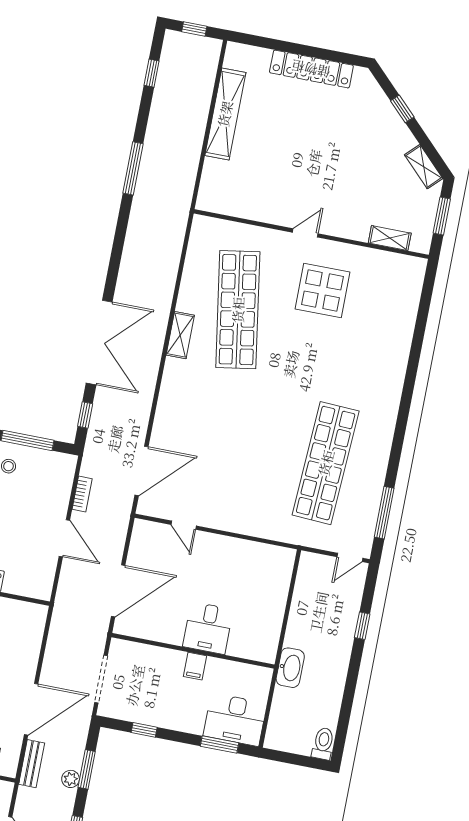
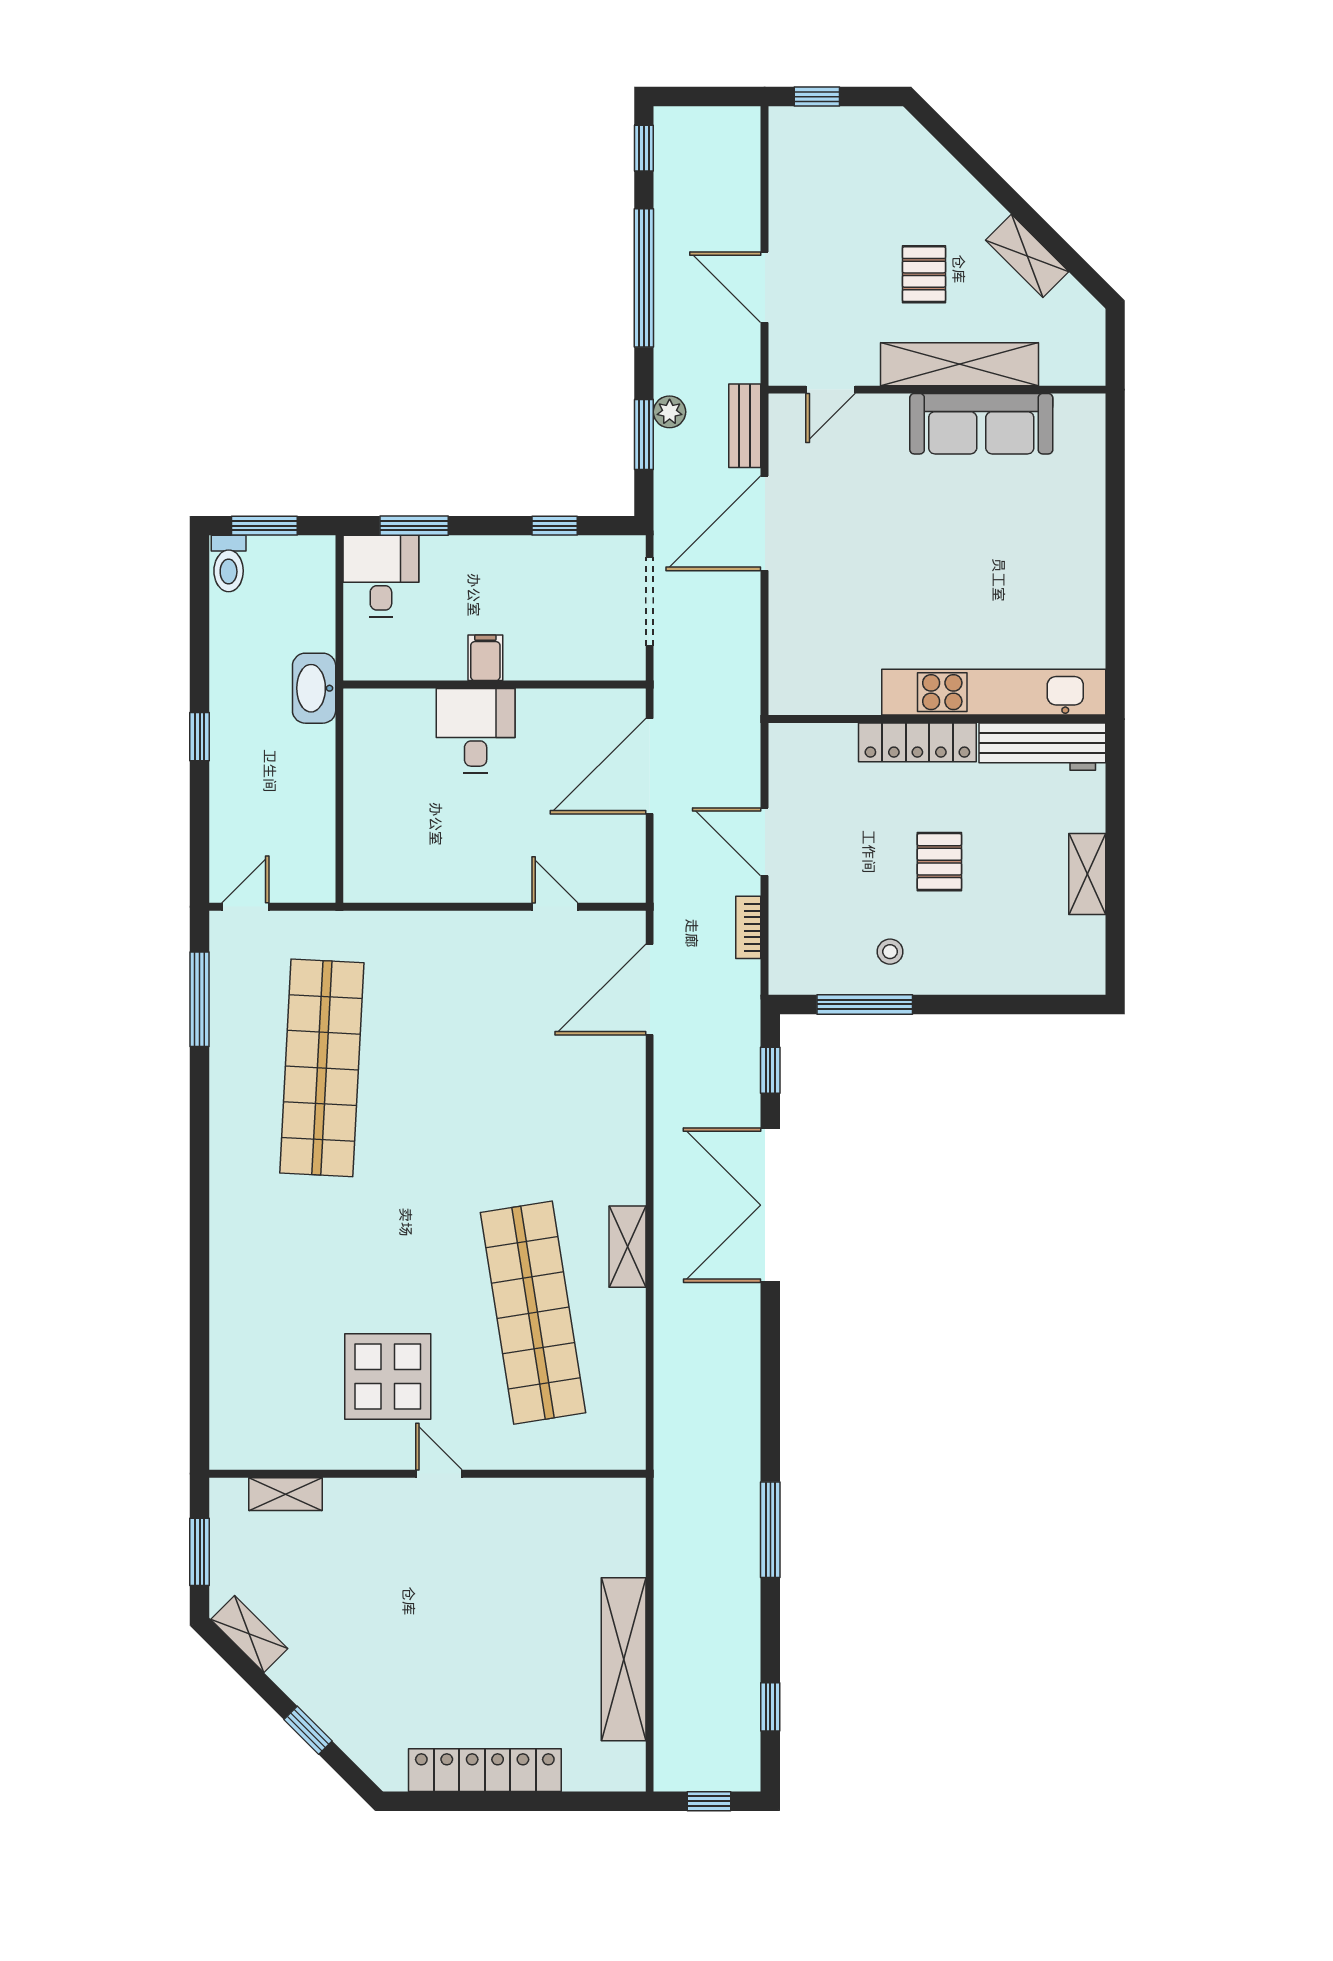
door: (305, 233) -> (439, 1474), swing flipped
window: (362, 626) -> (200, 737), moved
desk: (235, 720) -> (381, 576), width x0.73
window: (300, 760) -> (264, 526), added

